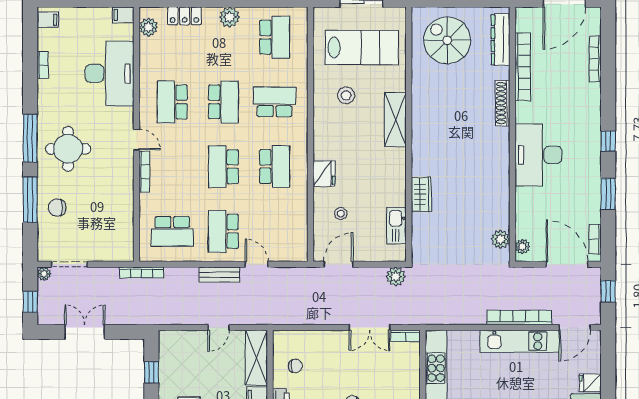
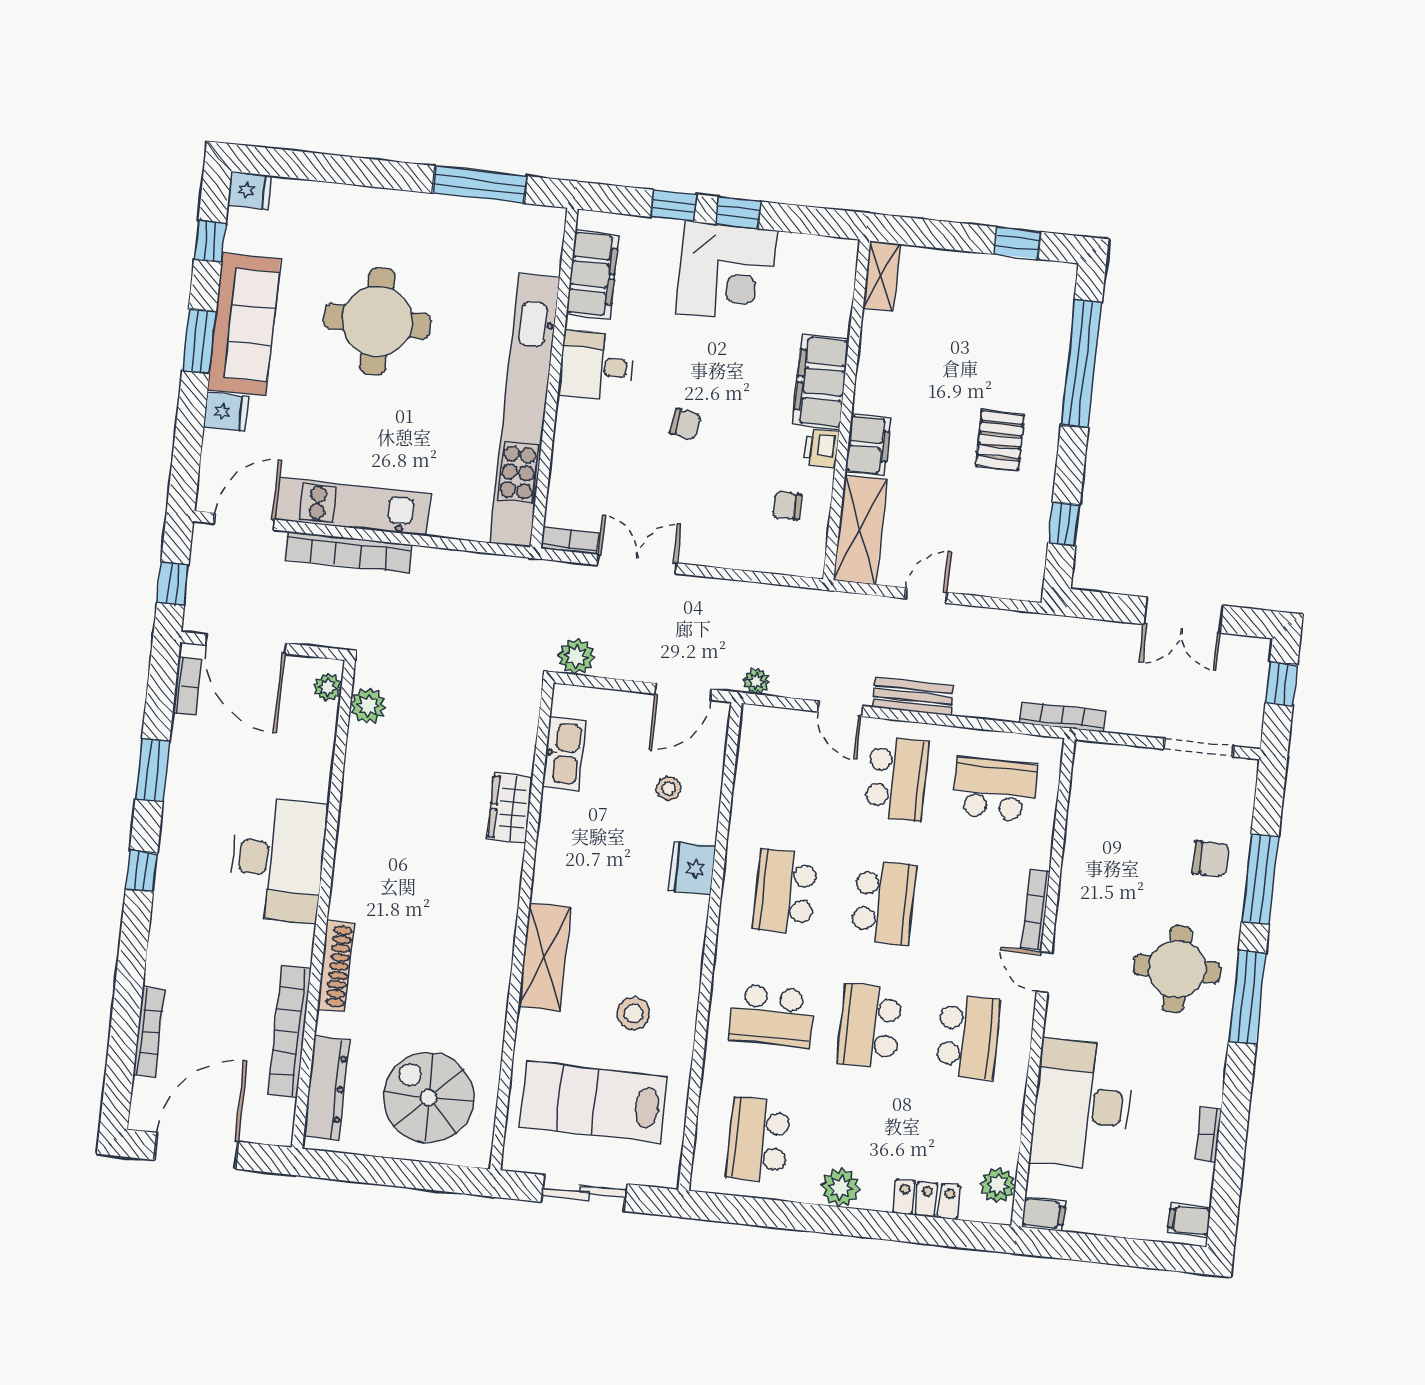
spiral stairs: (447, 40) -> (429, 1098), turned 180
plant: (44, 274) -> (756, 681), moved

